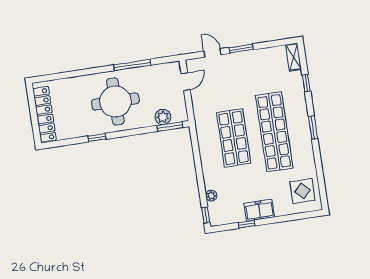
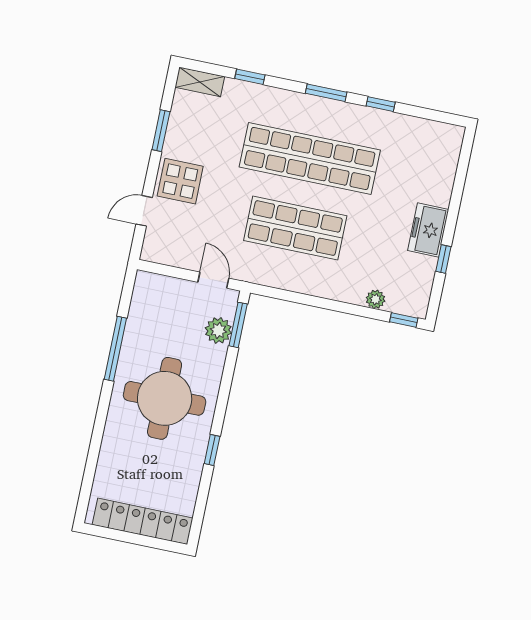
window: (241, 49) -> (161, 131), moved
door: (186, 82) -> (213, 280), moved
window: (318, 159) -> (381, 104), added
display table: (303, 191) -> (180, 181), moved

